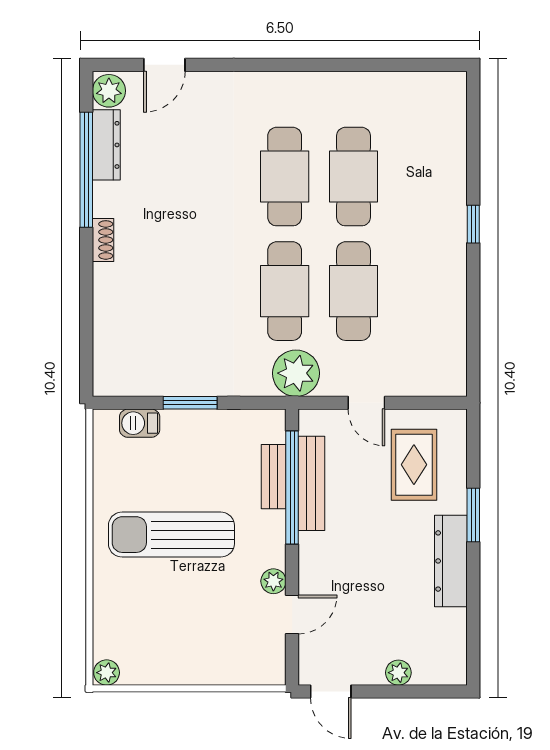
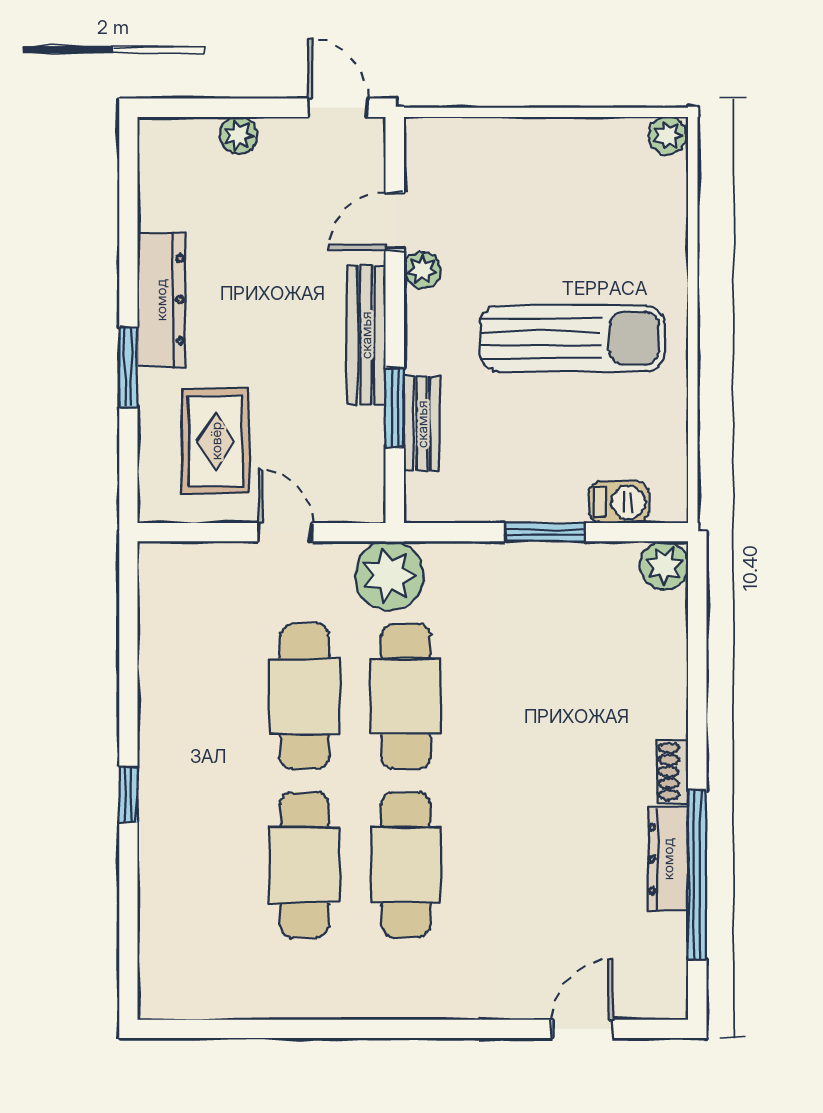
plant: (109, 91) -> (664, 565), moved
dresser: (106, 145) -> (668, 859), moved
bench: (311, 483) -> (366, 335), moved
window: (292, 487) -> (395, 408), width x0.47

